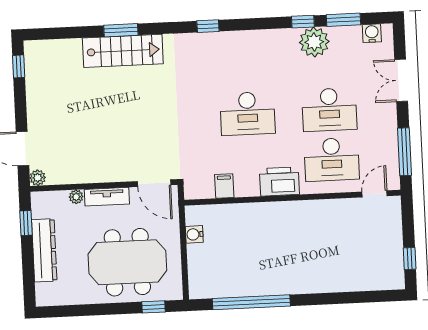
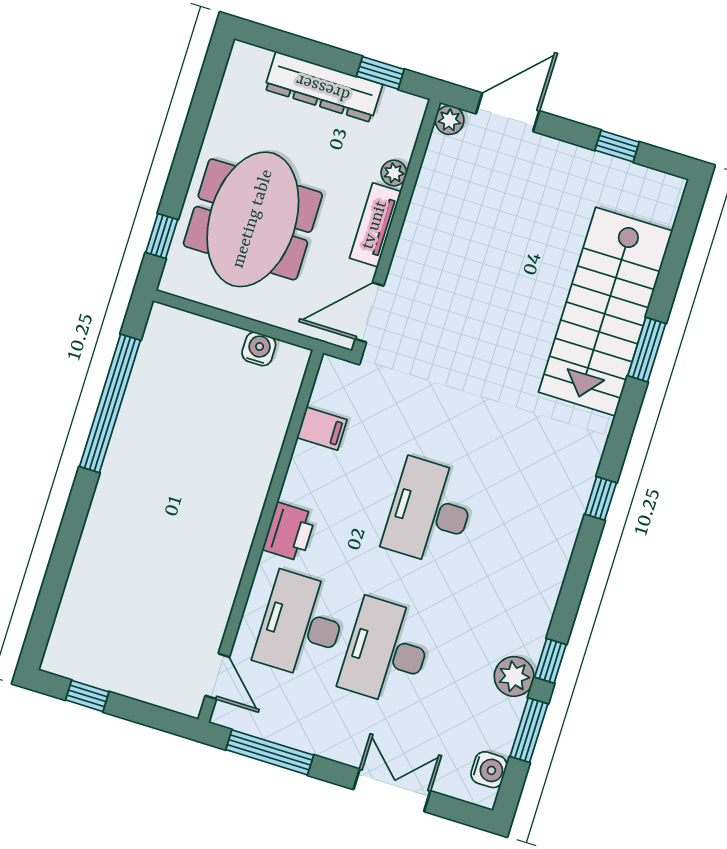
plant: (314, 42) -> (514, 676), width x0.73, depth x0.73
stairs: (123, 51) -> (605, 312), width x1.36, depth x1.51
window: (19, 66) -> (617, 146), moved
printer: (279, 182) -> (289, 532), width x0.73, depth x0.84

